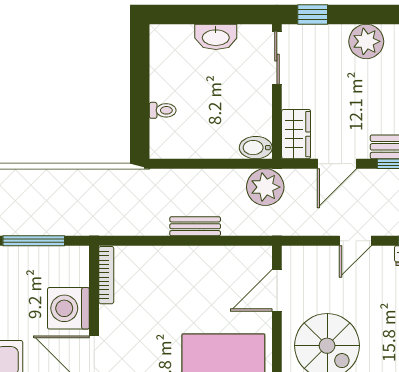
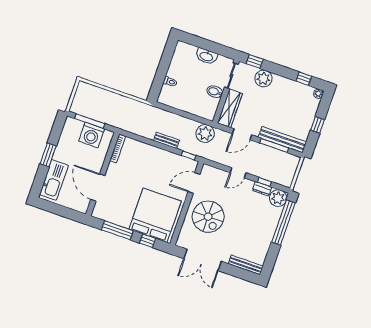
plant: (366, 41) -> (263, 79), moved
wardrobe: (296, 134) -> (230, 108), width x1.50
bidet: (256, 148) -> (215, 92), moved
window: (248, 241) -> (189, 155), added
washing machine: (68, 308) -> (92, 135), moved, turned -90

